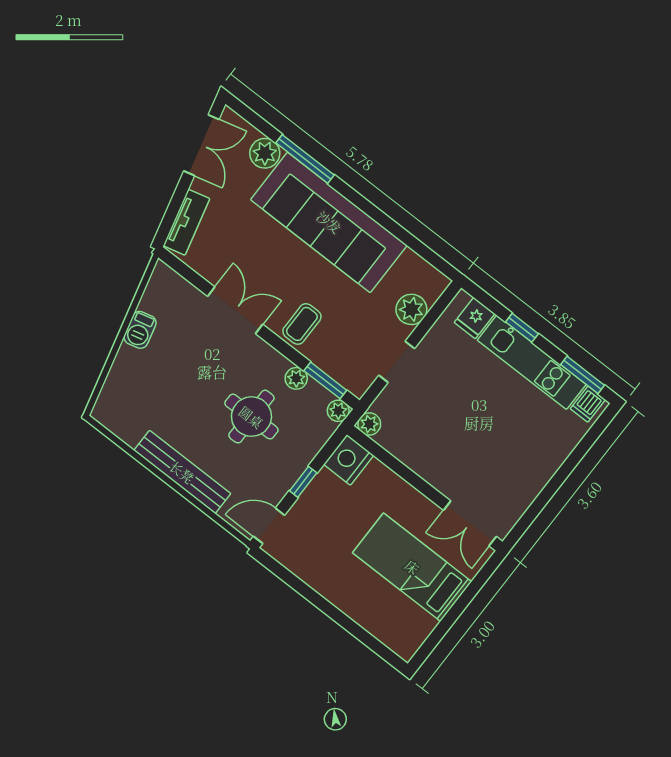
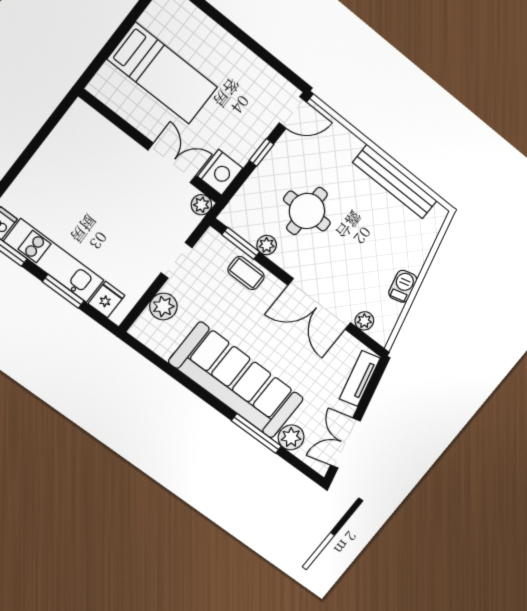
double door: (235, 310) -> (319, 304), width x1.37
coffee table: (302, 324) -> (246, 273), moved, turned 90
window: (522, 328) -> (63, 291), width x1.50
plant: (338, 411) -> (364, 321), moved
bench: (182, 472) -> (395, 182), moved
double door: (470, 523) -> (172, 163), moved

